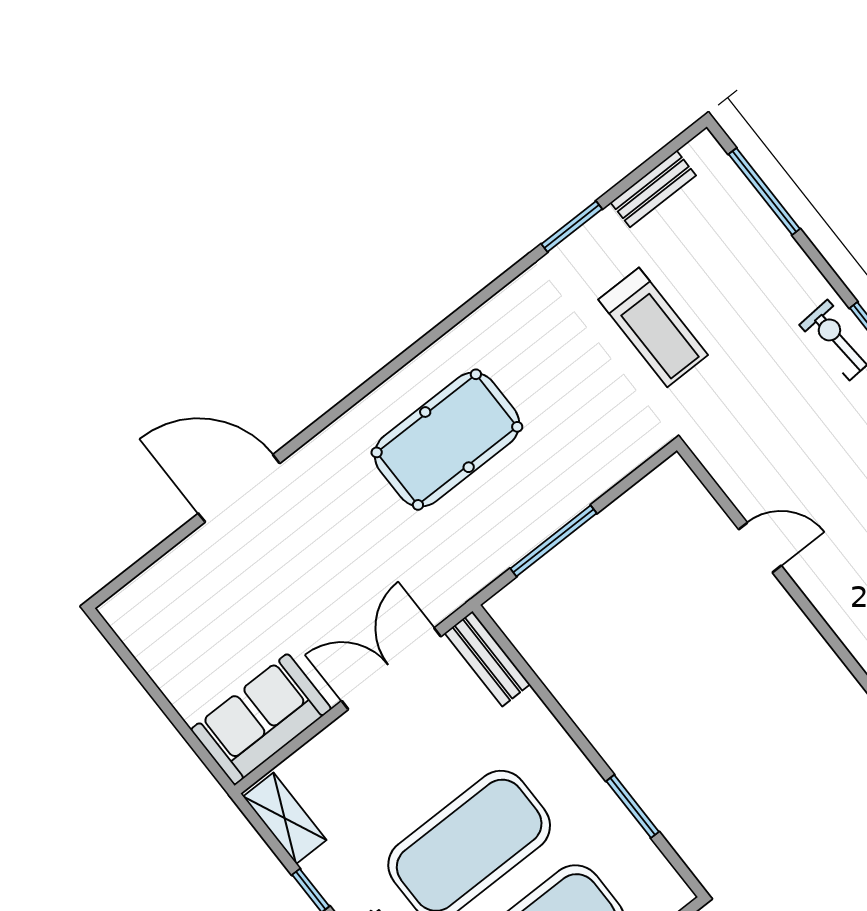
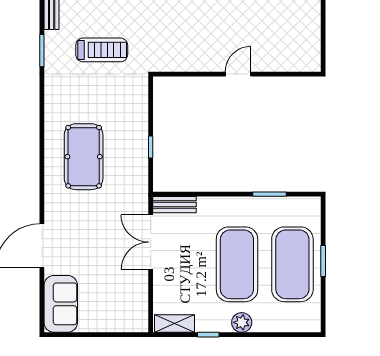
window: (554, 541) -> (151, 147), width x0.46
door: (760, 547) -> (238, 74), moved
sofa: (261, 719) -> (61, 304), moved, turned 180

